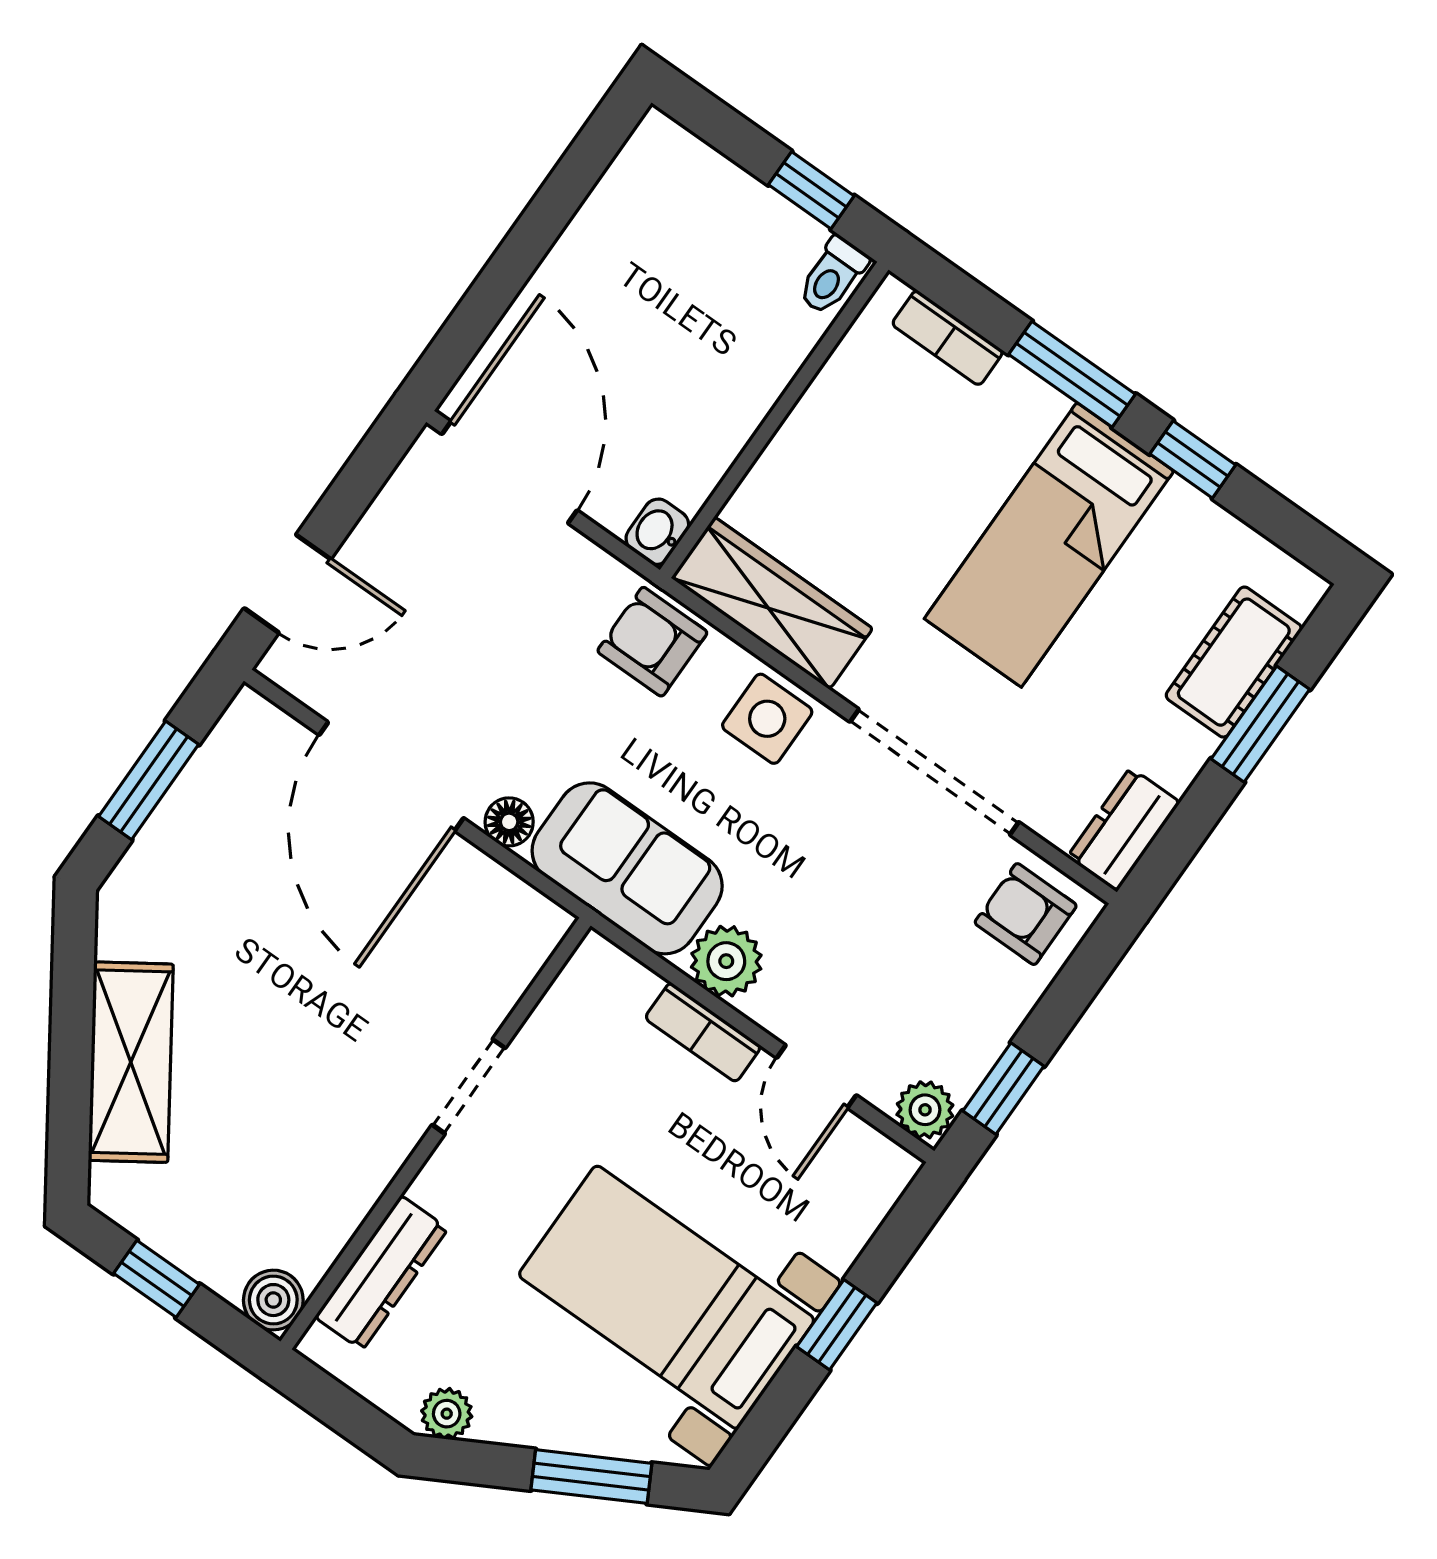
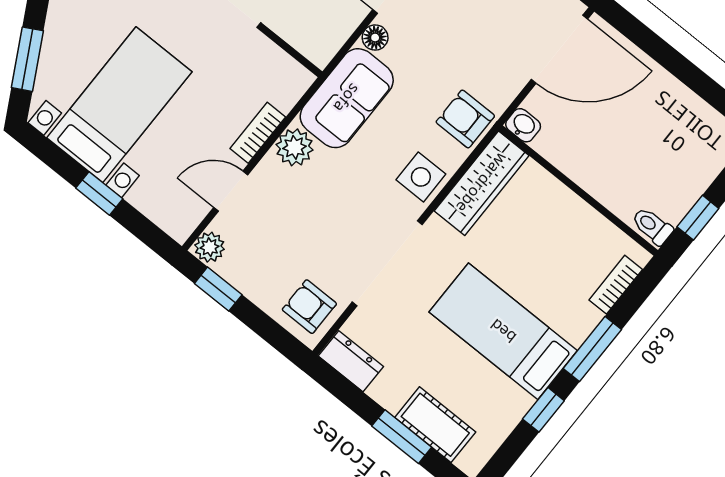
armchair: (652, 642) -> (465, 119), turned -90
armchair: (1026, 914) -> (309, 307), turned -90

